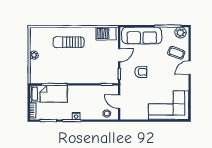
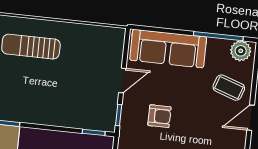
barbecue: (106, 34) -> (102, 38), removed

